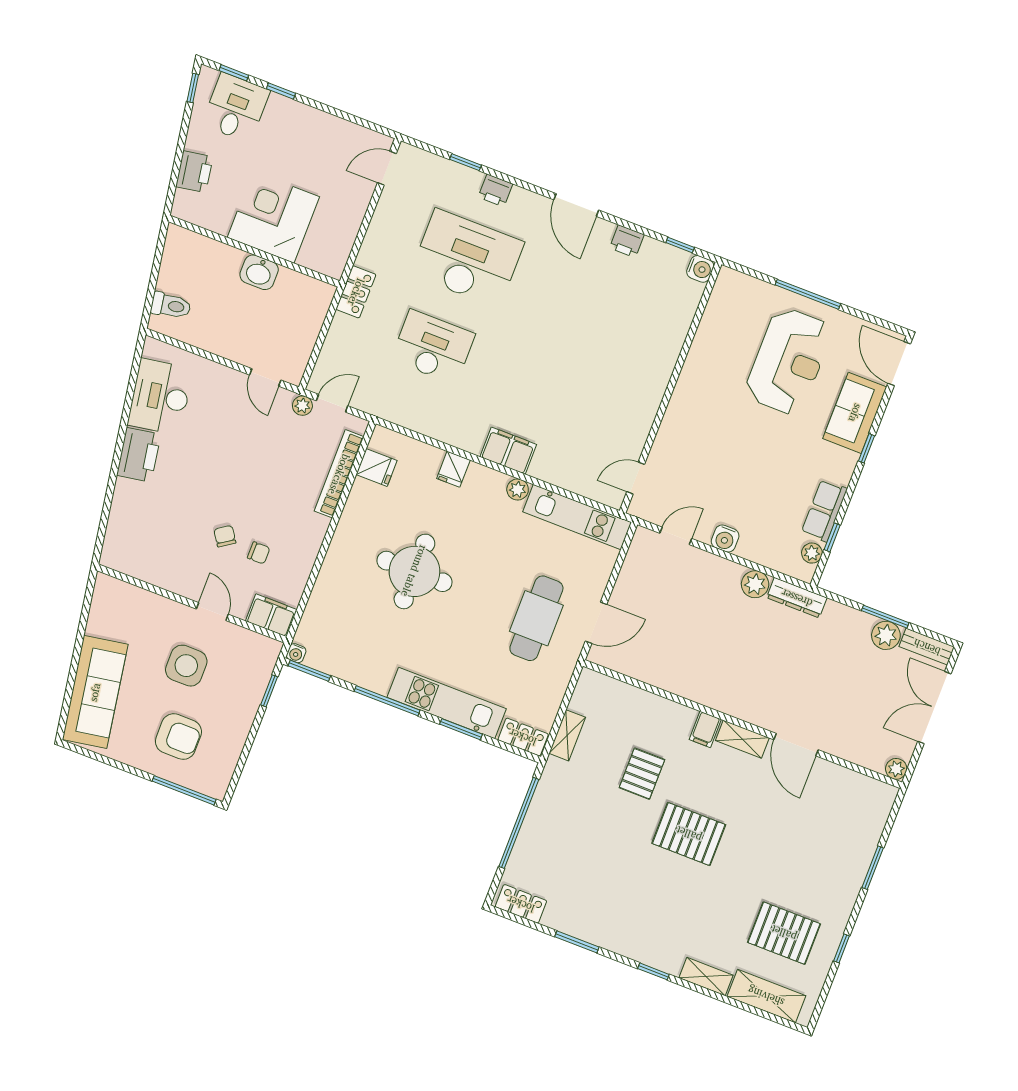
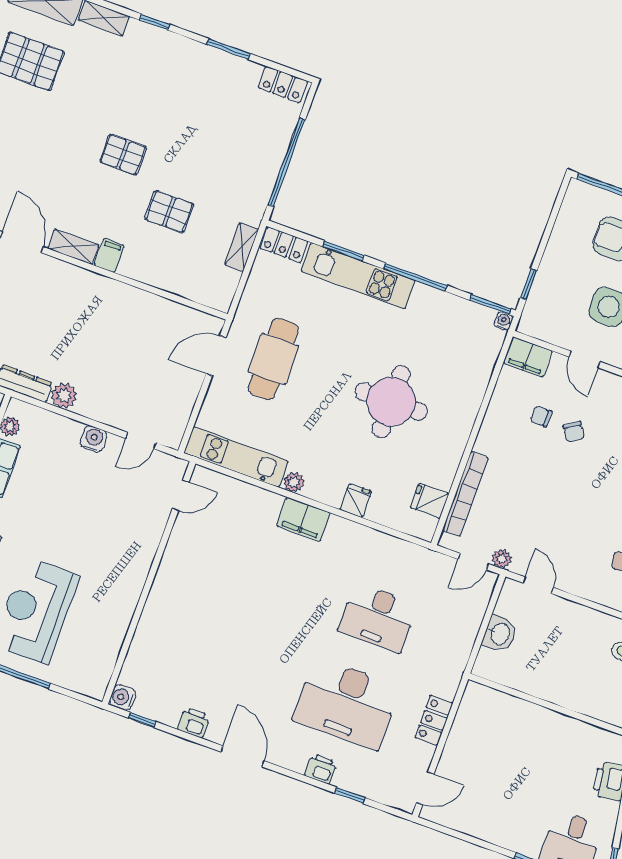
corner desk: (273, 217) -> (533, 739), removed
washbasin: (259, 272) -> (500, 634), moved, turned 90
locker: (356, 292) -> (434, 720), moved
pallet: (642, 774) -> (169, 212), turned 90
pallet: (689, 834) -> (123, 155), width x0.67, depth x0.71

